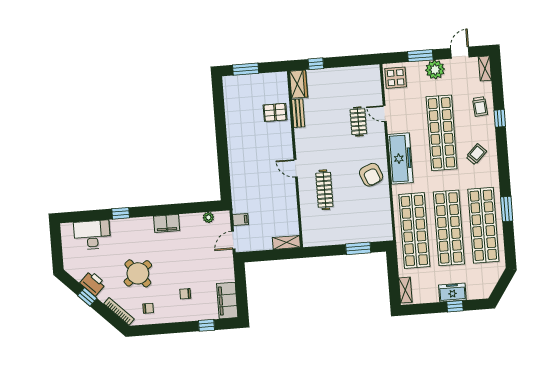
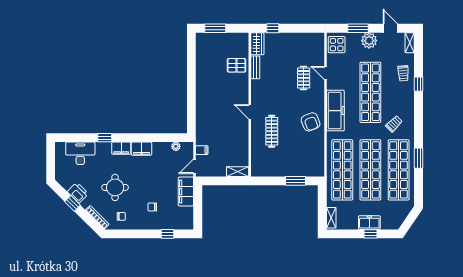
door: (460, 53) -> (390, 28), hinge flipped
trolley: (476, 154) -> (394, 124), moved
filing cabinet: (142, 225) -> (121, 148), added
round table: (138, 273) -> (115, 187), turned 38
filing cabinet: (227, 301) -> (186, 191), moved

